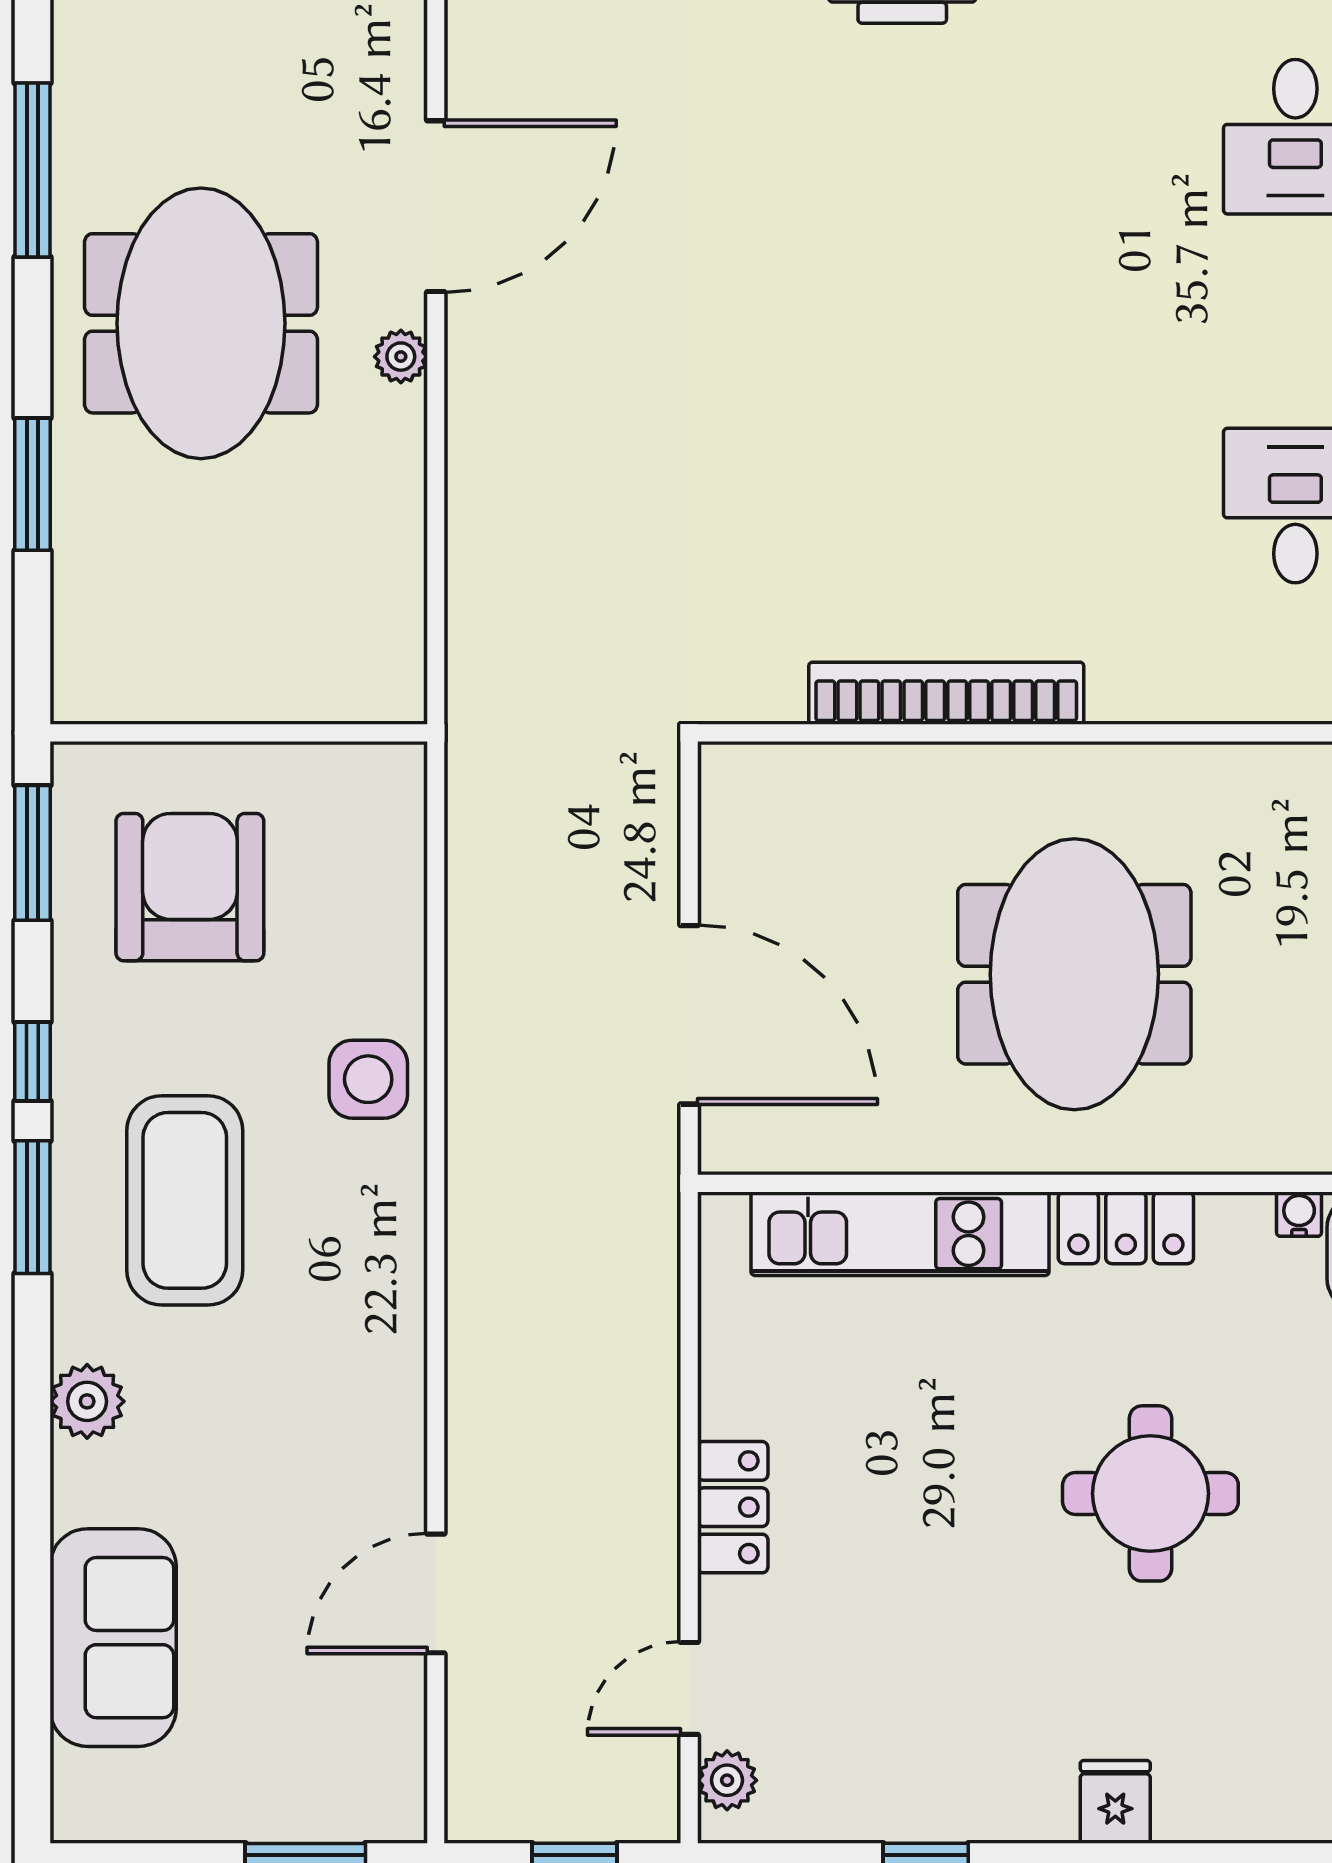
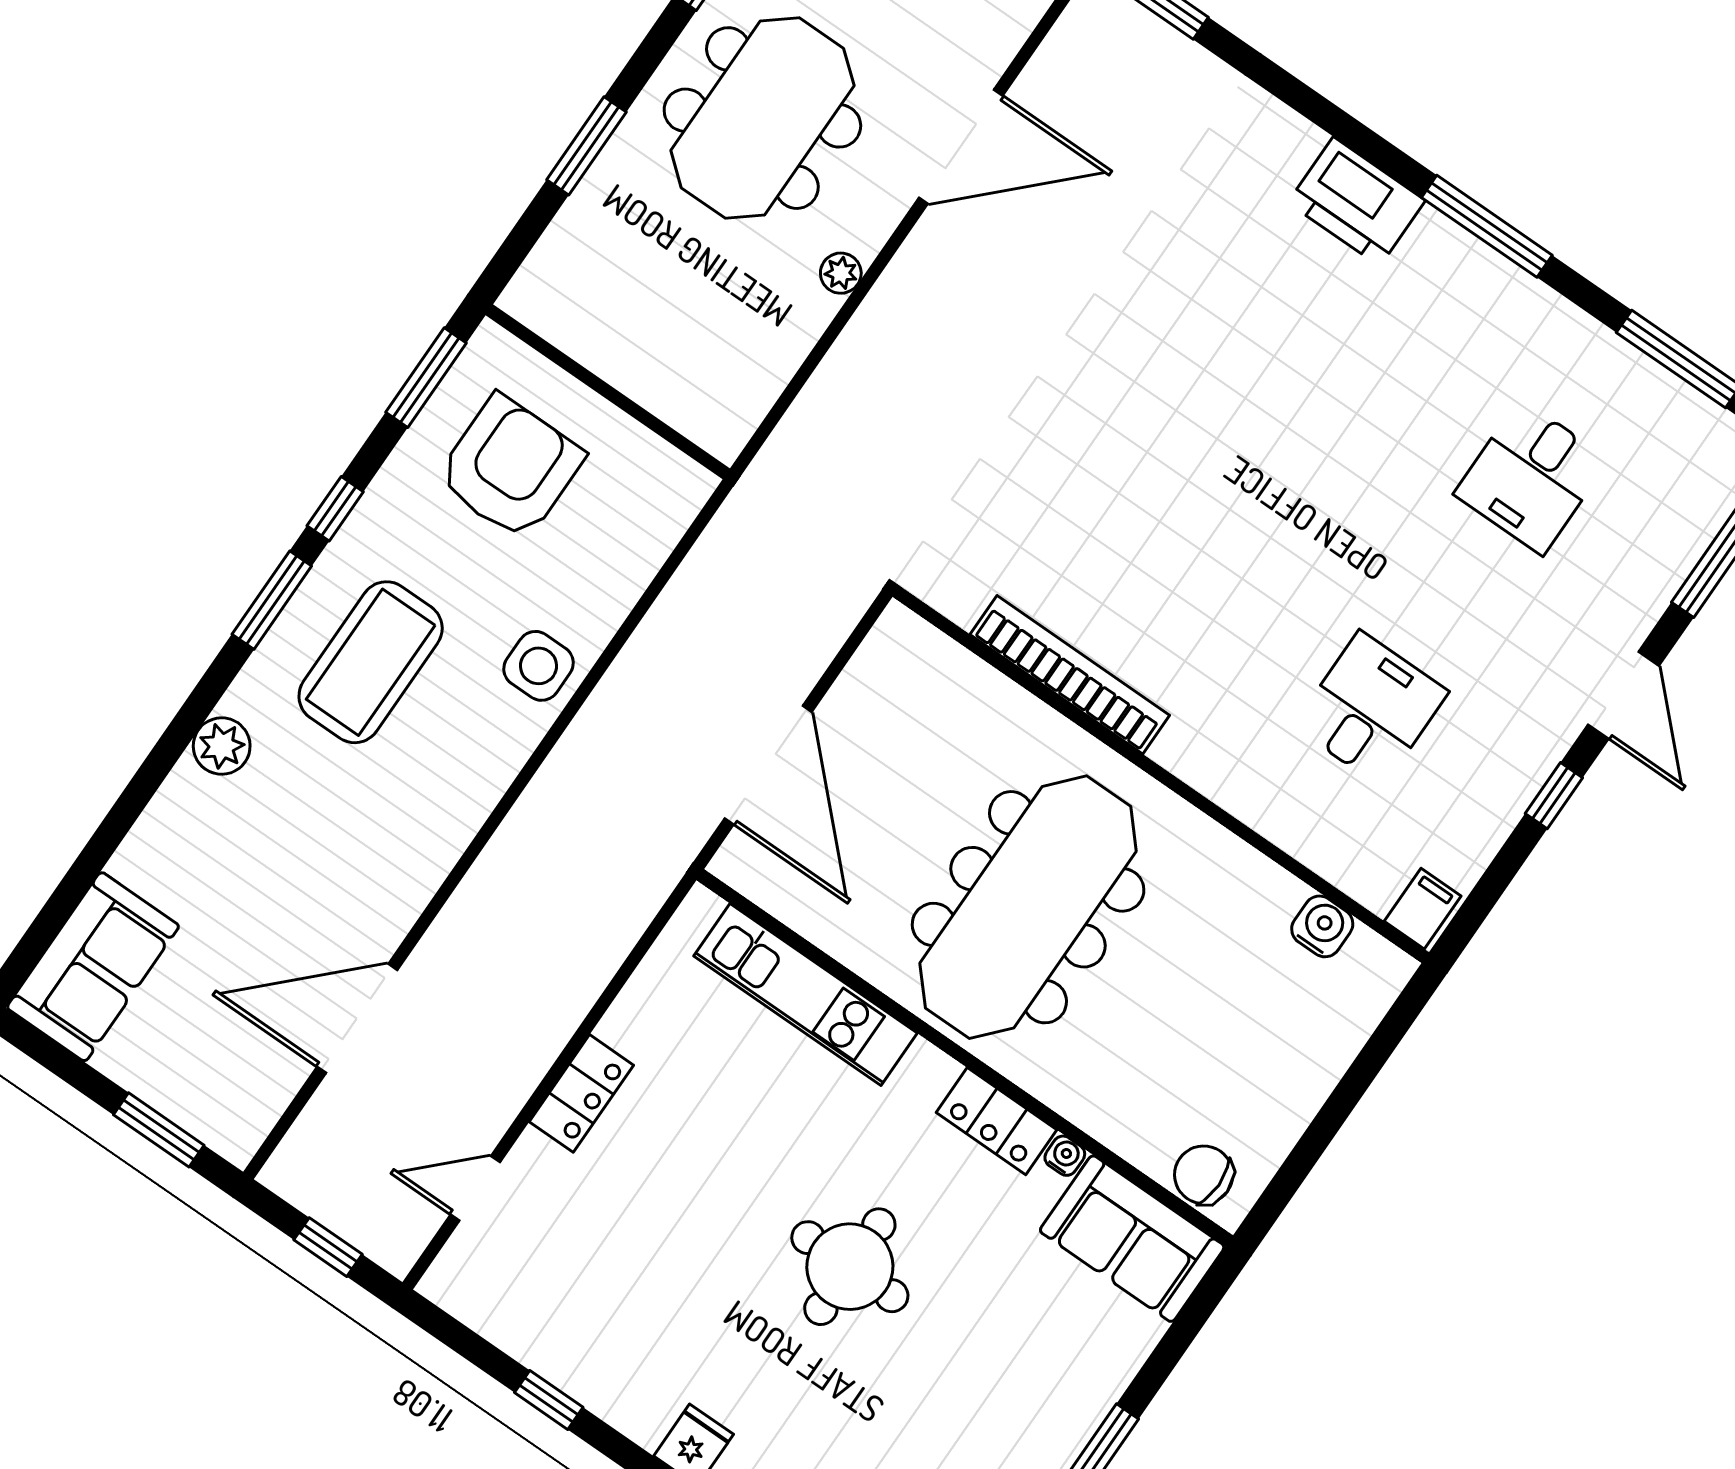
plant: (401, 357) -> (841, 273), moved
meeting table: (1074, 974) -> (1028, 907), width x1.36
locker: (1126, 1228) -> (997, 1121), moved
door: (436, 1594) -> (357, 1018), width x1.36
sofa: (113, 1638) -> (93, 967), moved
plant: (727, 1780) -> (459, 1263), removed

